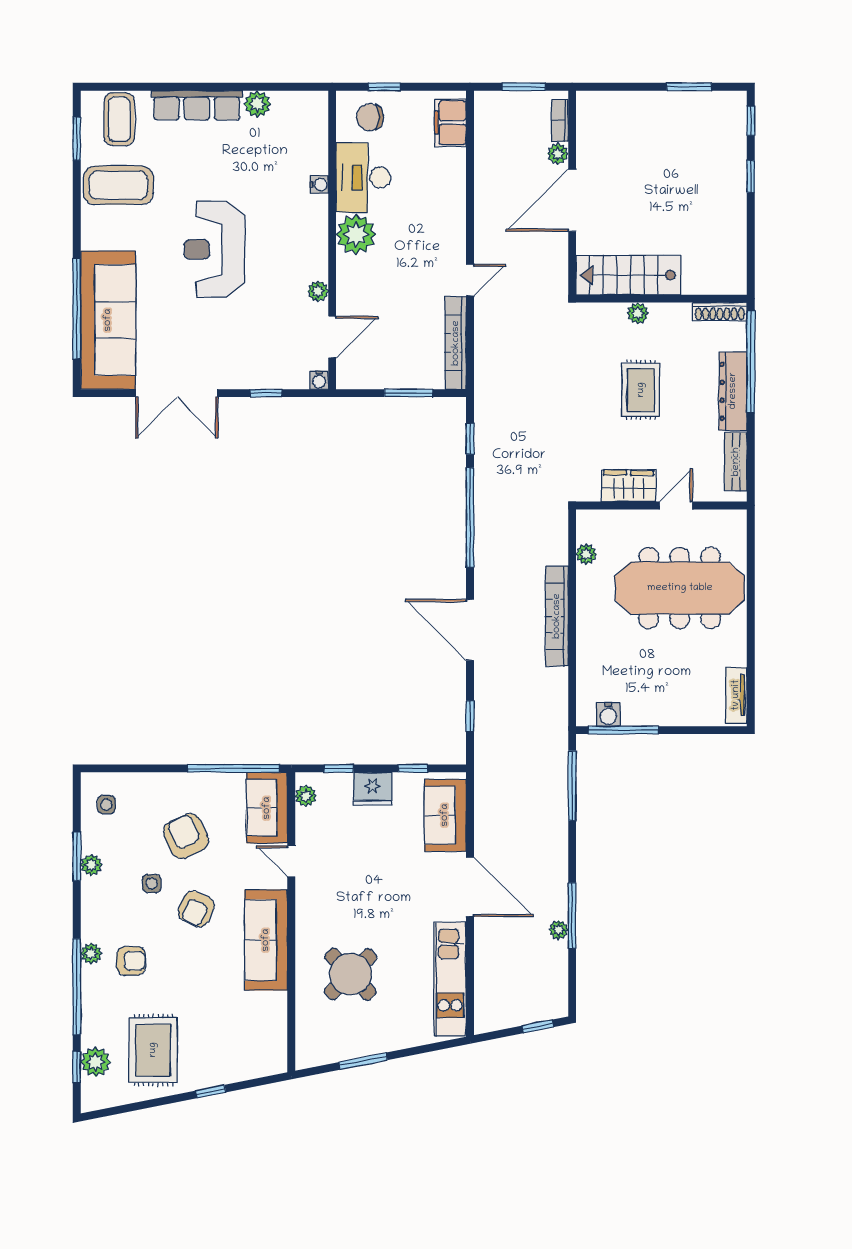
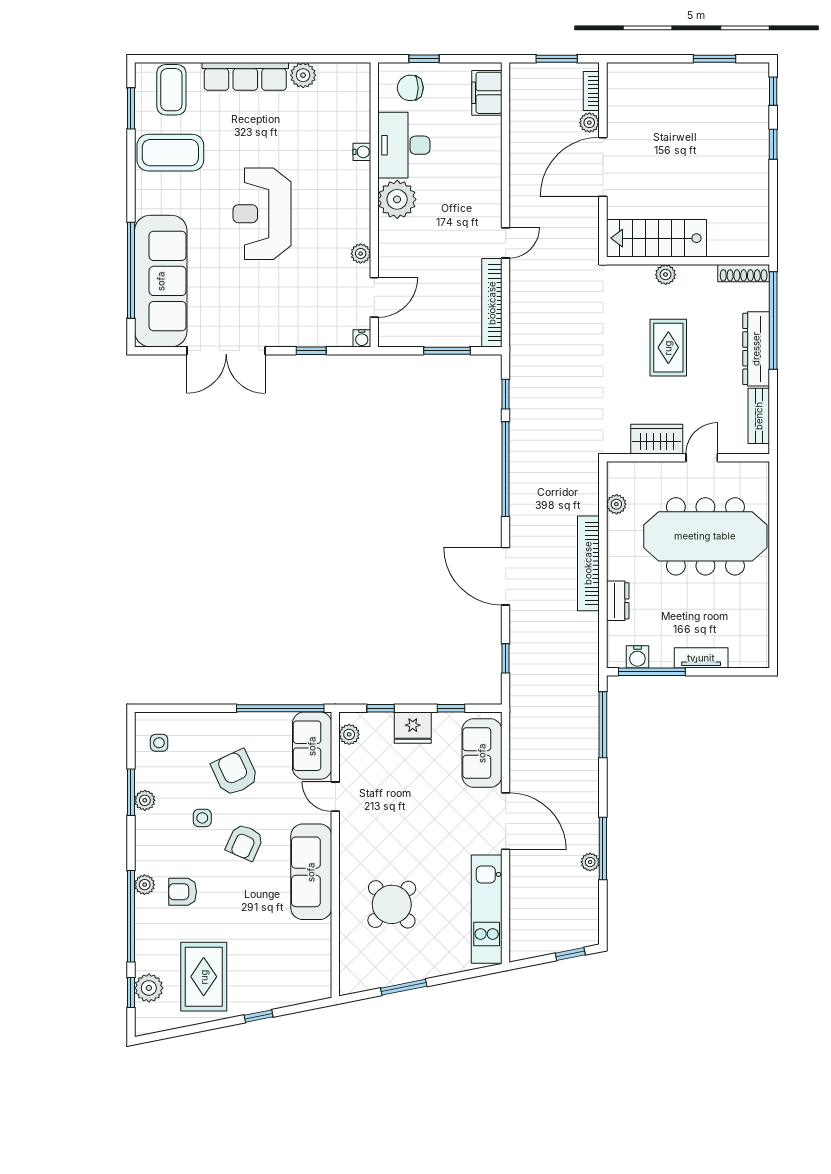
dresser: (588, 656) -> (618, 601), added
tv unit: (736, 695) -> (701, 658), moved, turned 90
armchair: (131, 961) -> (183, 892), turned 180

